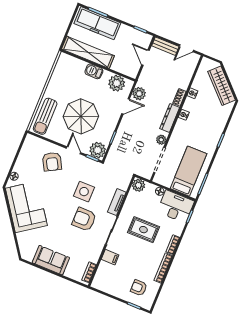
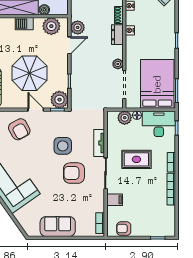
boiler: (116, 66) -> (44, 10), added
dresser: (170, 118) -> (117, 35), width x0.70
bed: (188, 171) -> (157, 84), width x1.50
plant: (138, 185) -> (125, 118), moved
armchair: (139, 288) -> (124, 229), moved

